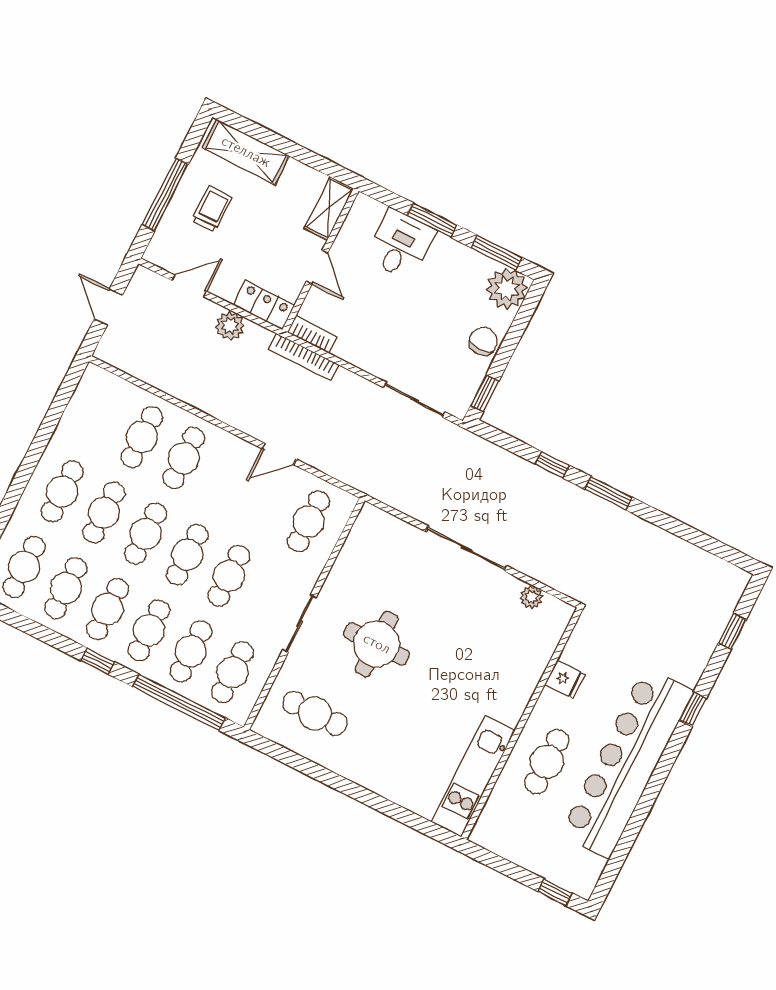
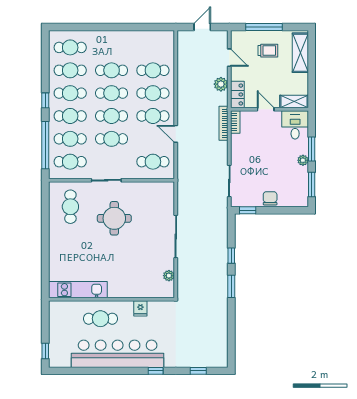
desk: (400, 244) -> (295, 125), moved, turned -90
door: (317, 267) -> (266, 109), swing flipped
plant: (507, 289) -> (303, 160), moved, width x0.53, depth x0.53
chair: (484, 341) -> (270, 198), turned -90
cafe table: (62, 492) -> (153, 116), moved

